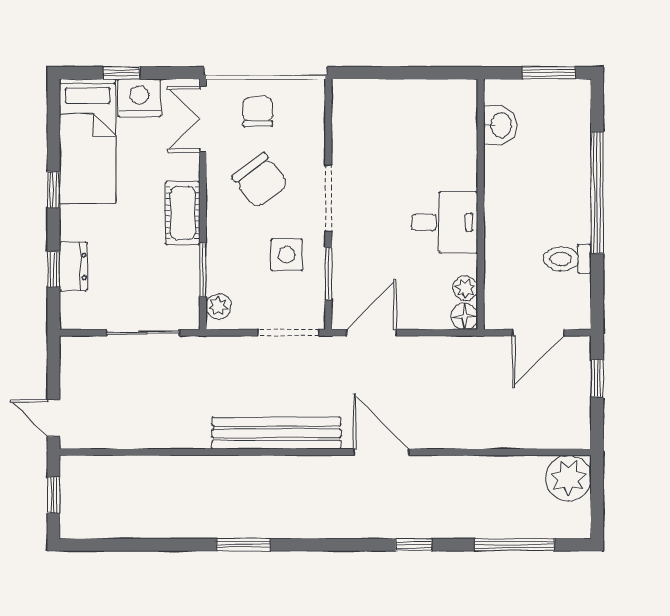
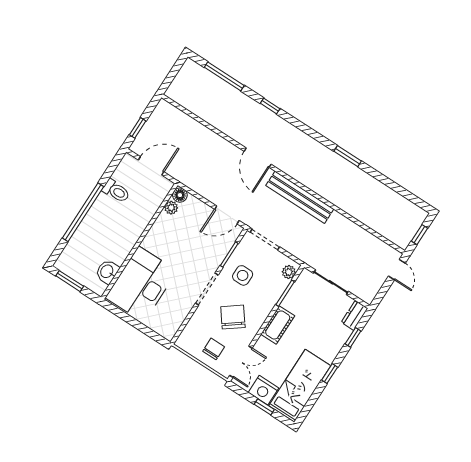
chair: (258, 112) -> (214, 349), turned 180
desk: (445, 222) -> (141, 284), moved, width x1.87, depth x1.30
dresser: (73, 266) -> (355, 315), moved
plant: (568, 478) -> (180, 91), removed

